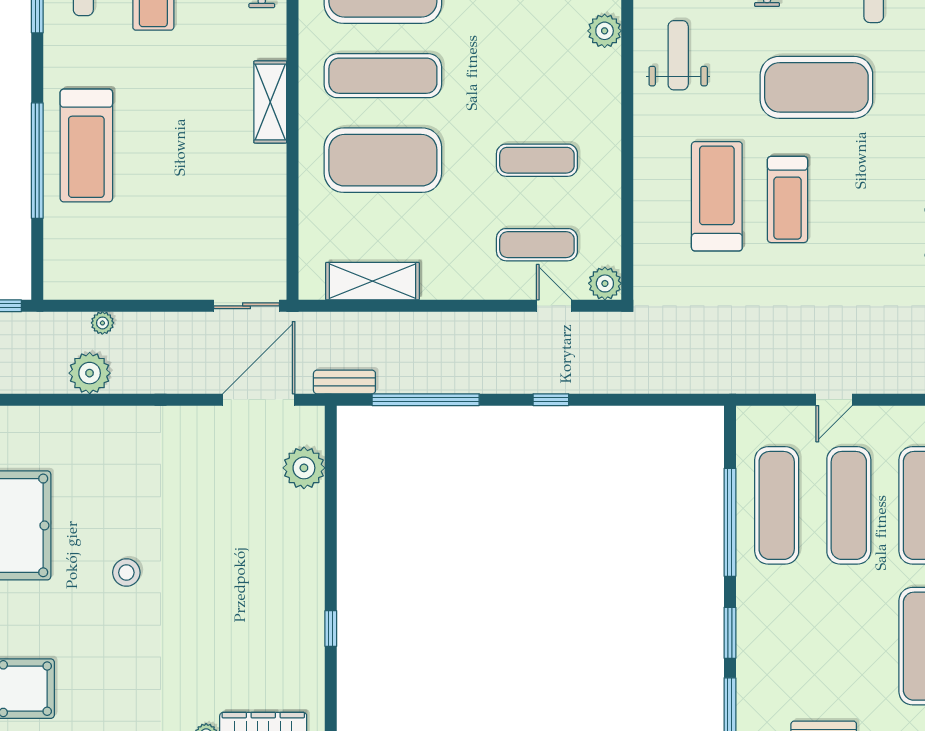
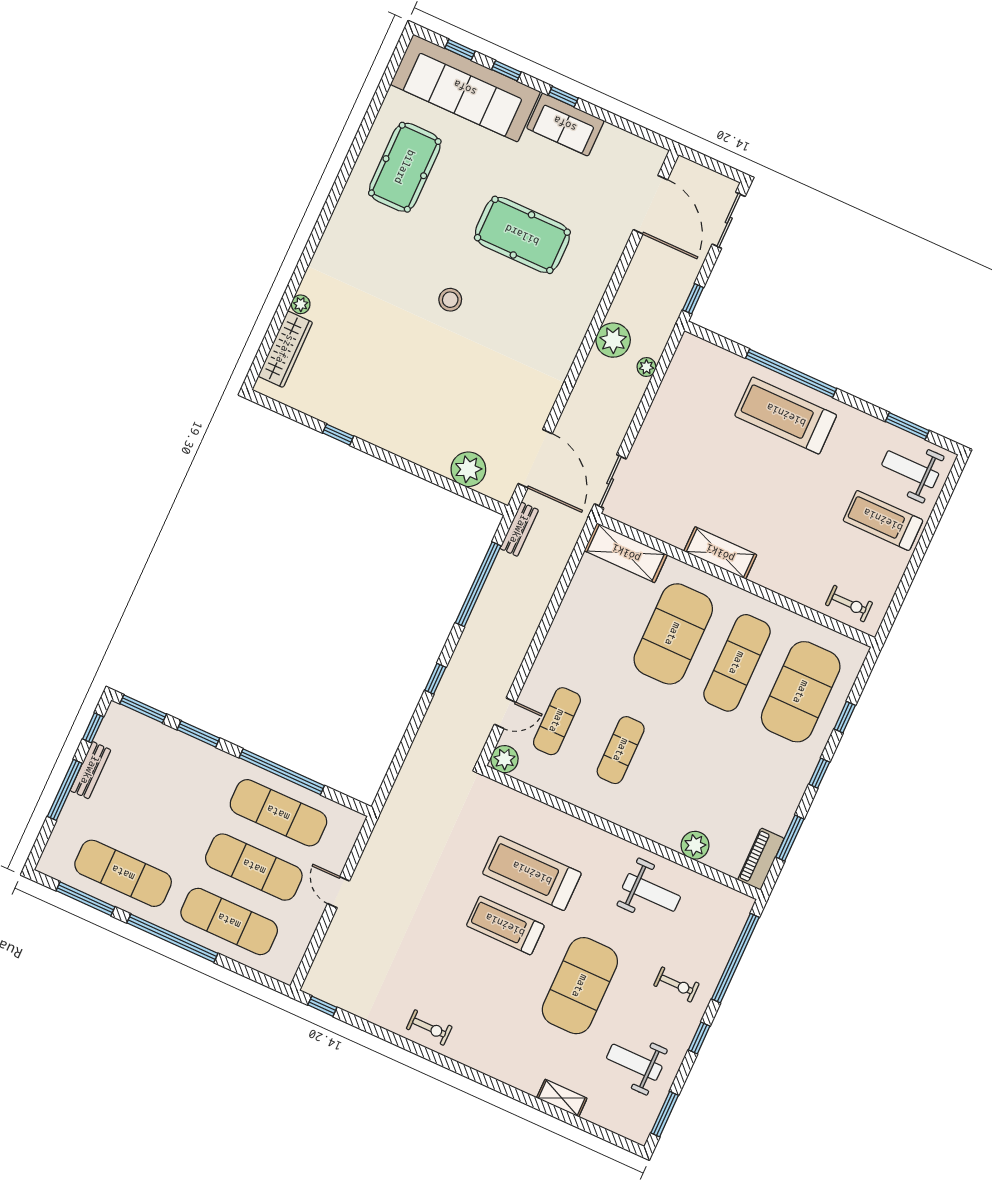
shelving: (270, 102) -> (720, 553), moved
treadmill: (717, 196) -> (532, 873), turned 180
shelving: (372, 281) -> (626, 553), moved, turned 90

